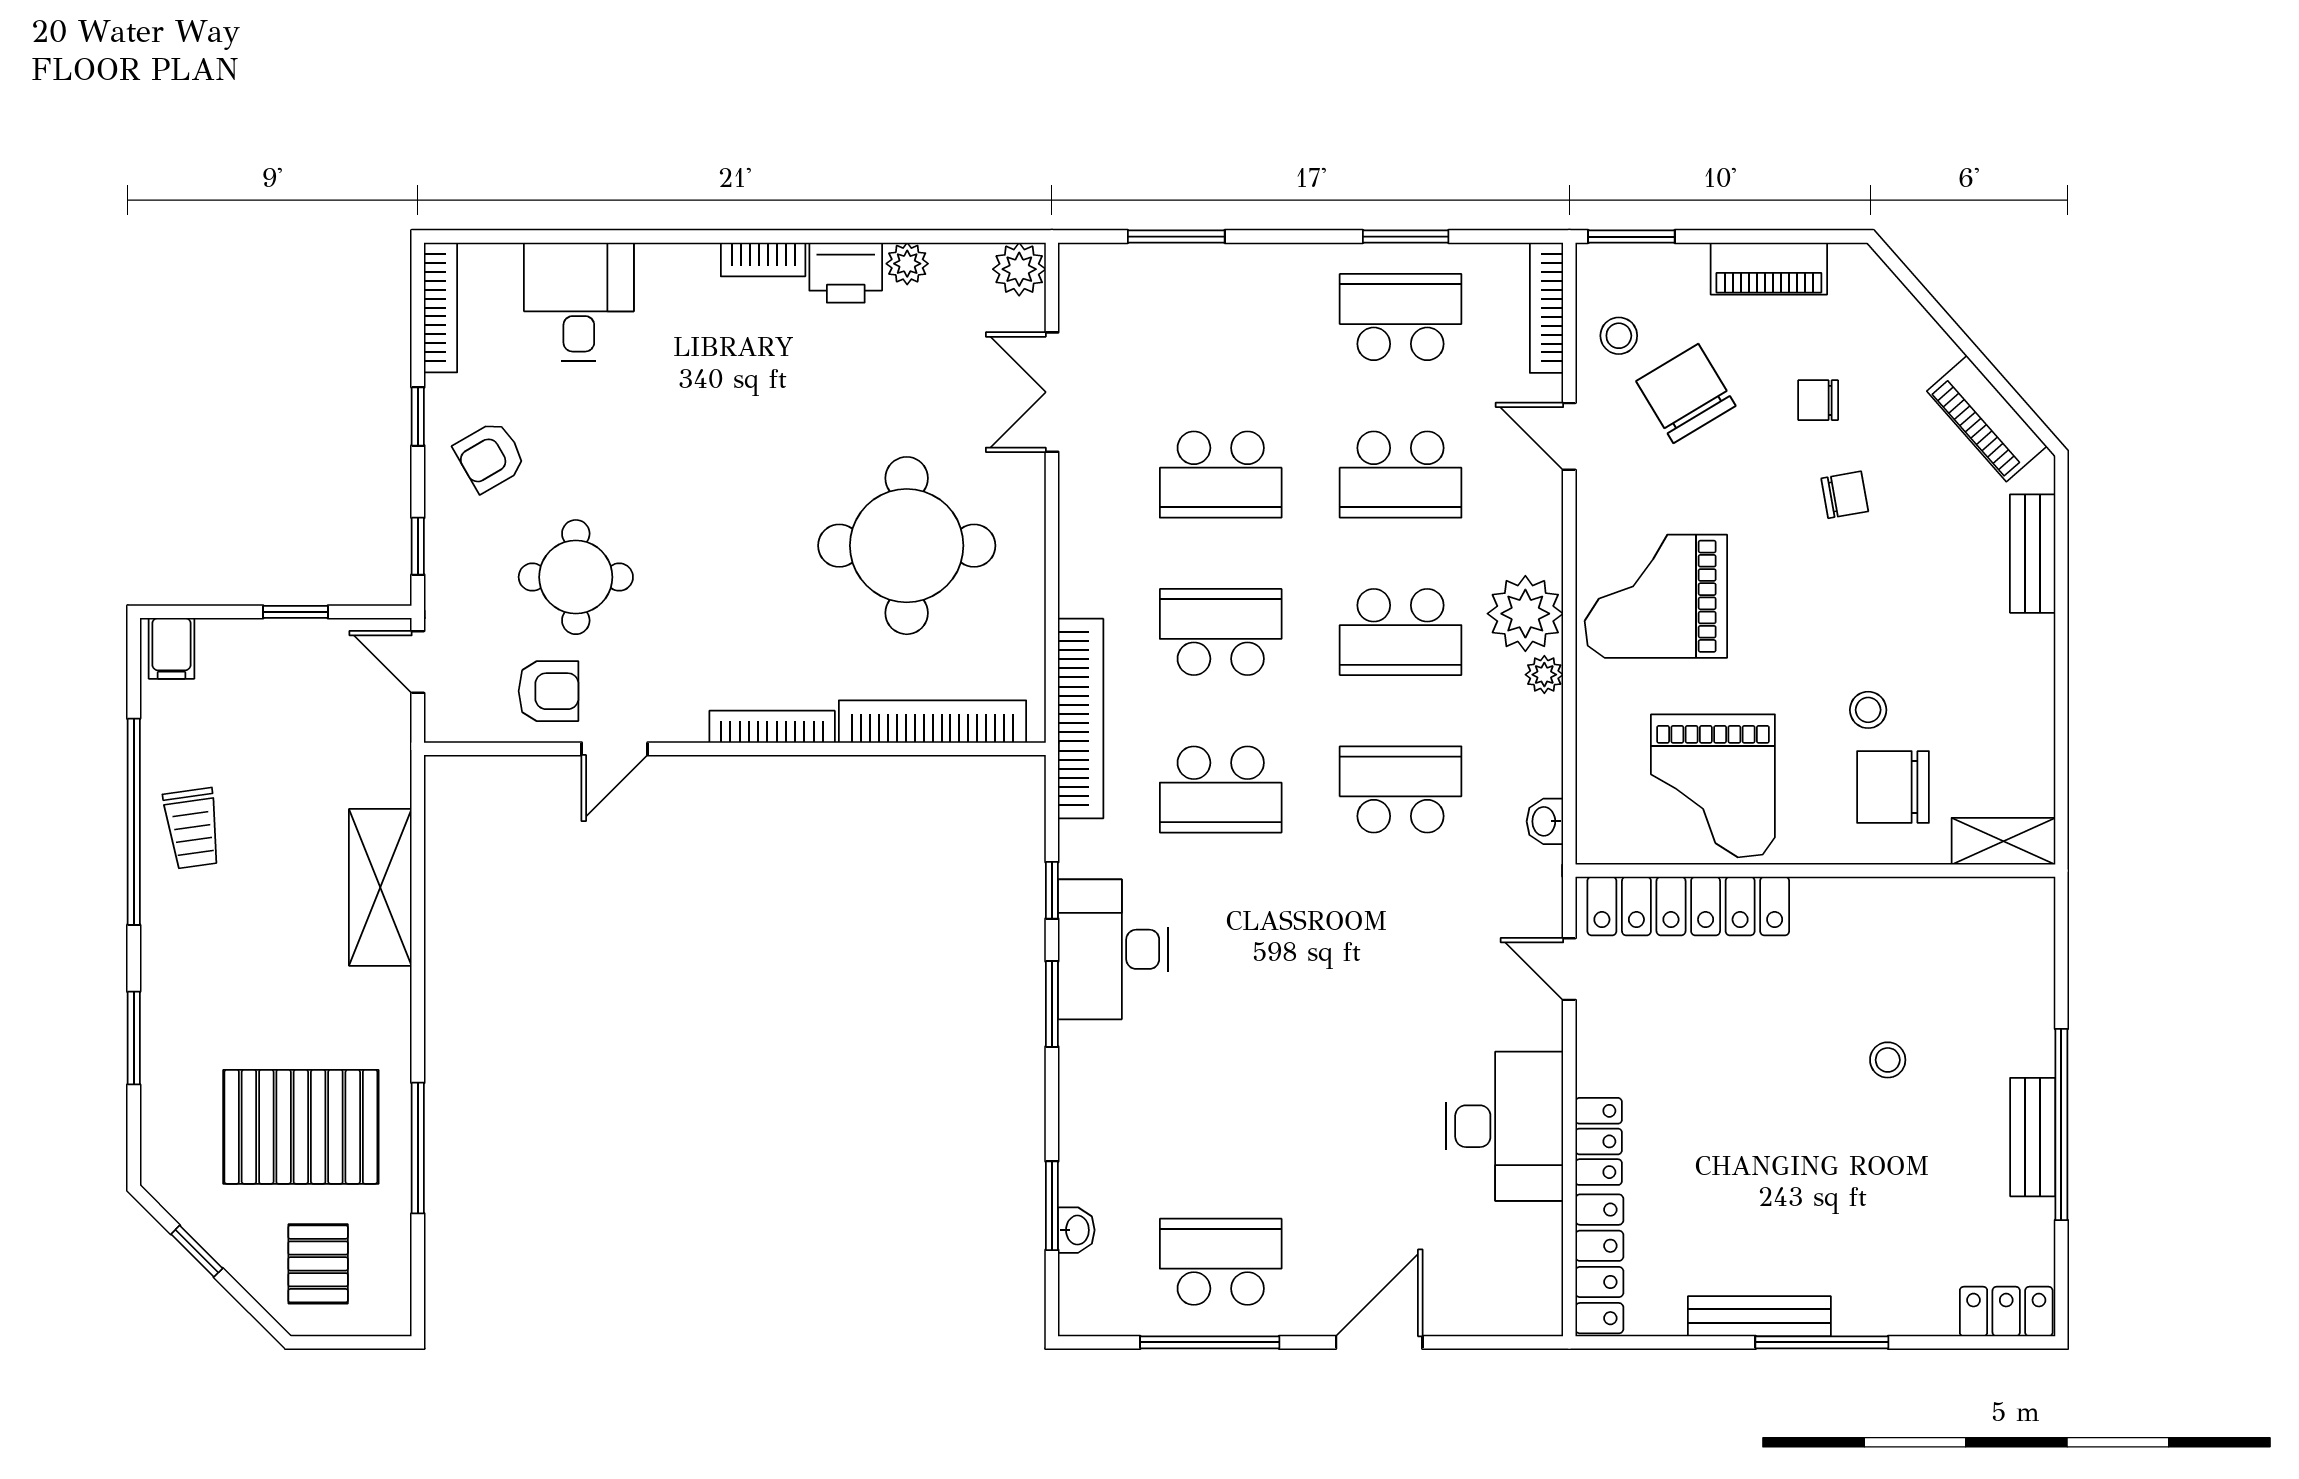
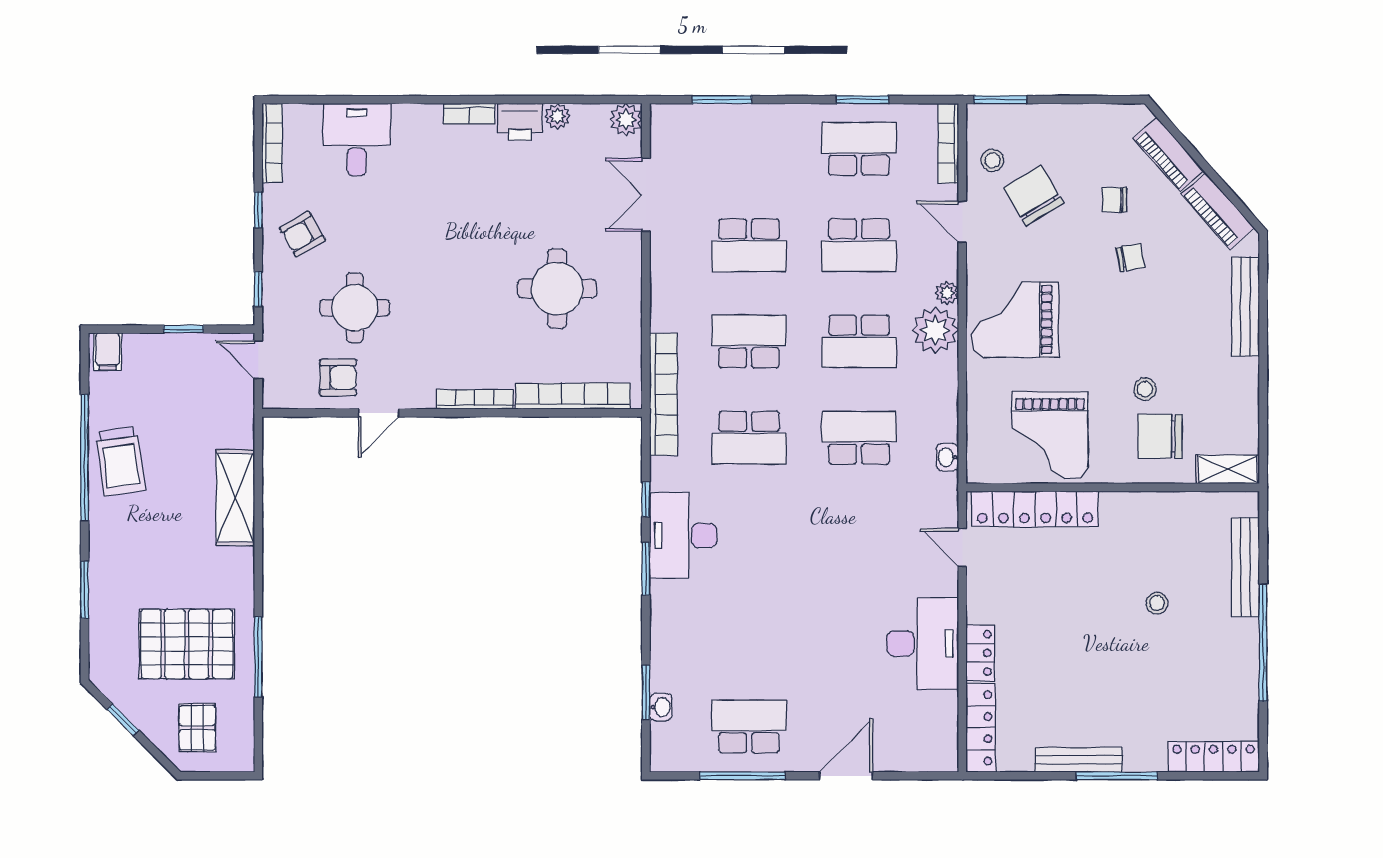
piano: (1769, 269) -> (1168, 154), moved, turned 49
round table: (907, 546) -> (557, 289), width x0.73, depth x0.73
bench: (2033, 554) -> (1246, 307), width x1.36
plant: (1544, 675) -> (947, 293), moved
trolley: (192, 828) -> (120, 461), width x1.36, depth x1.39
bench: (2033, 1137) -> (1246, 567), moved, width x1.36
locker: (2006, 1311) -> (1214, 757), width x1.53

